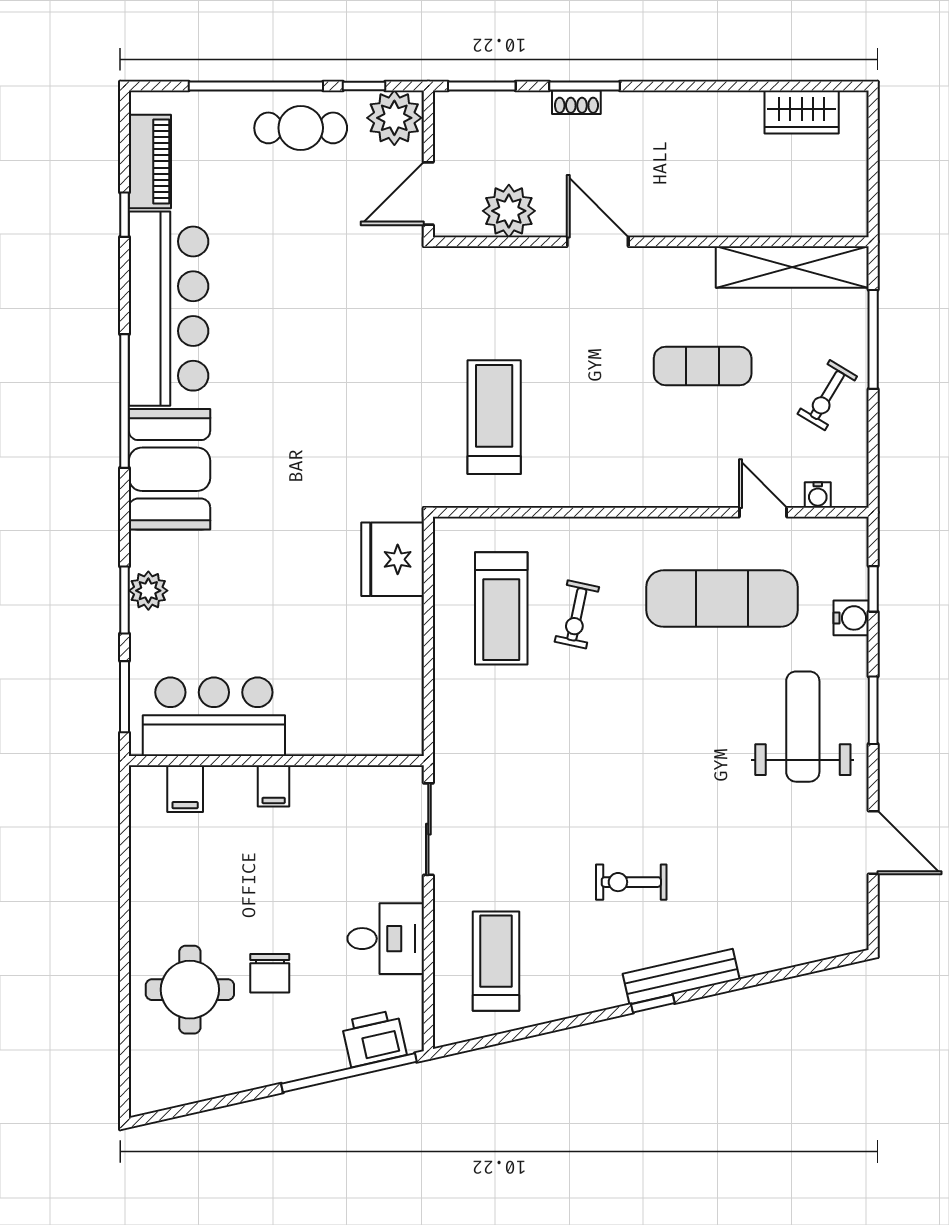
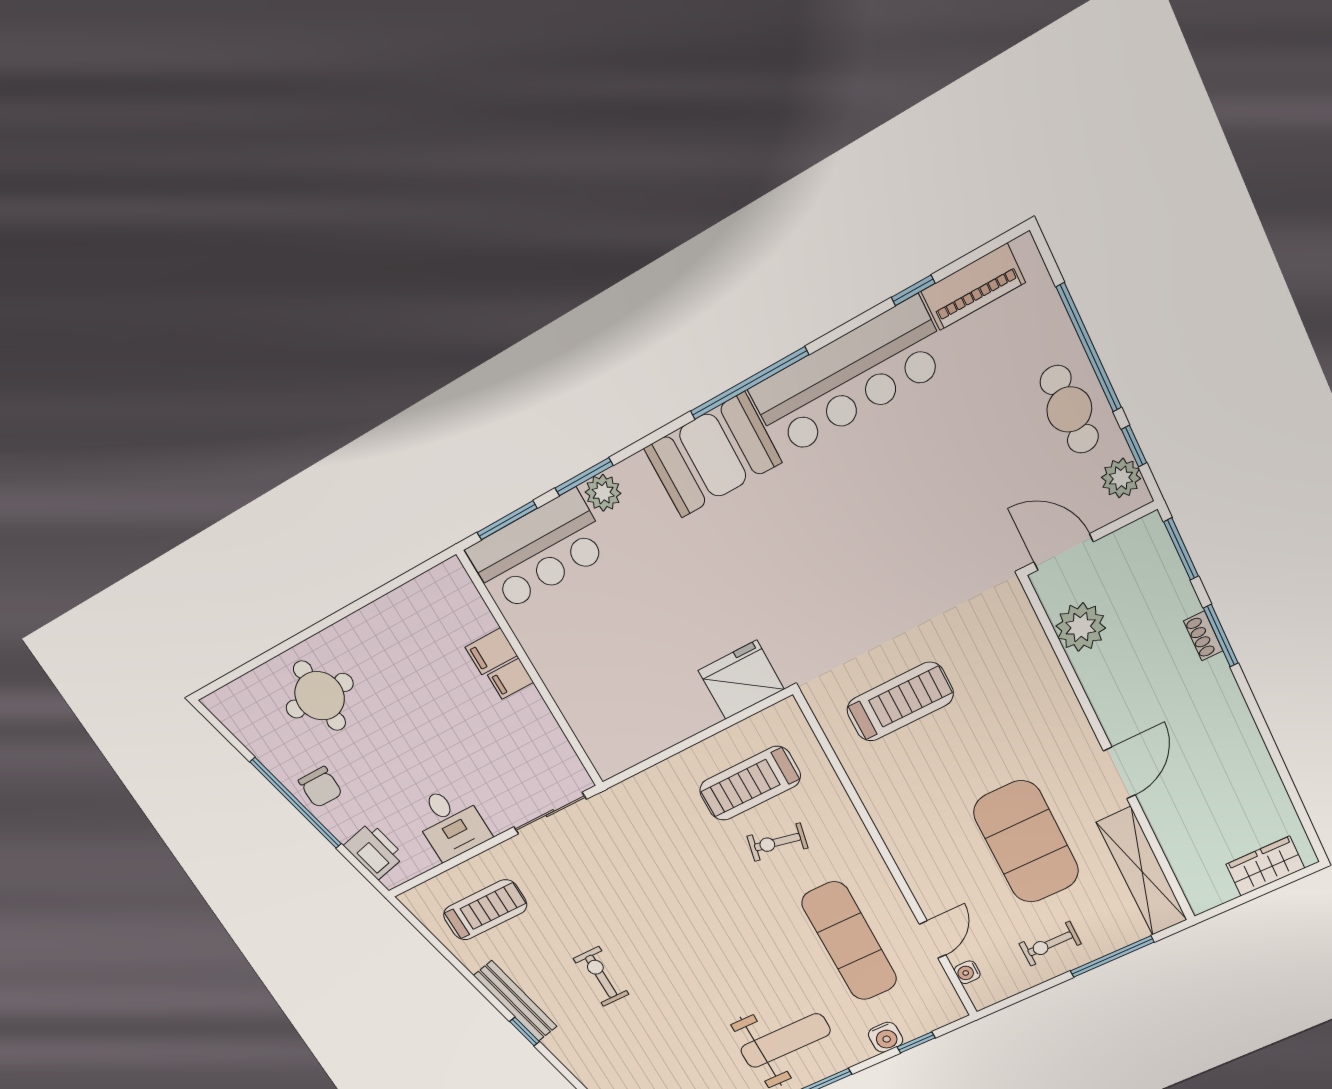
wardrobe: (802, 112) -> (1265, 866), moved, turned 90
plant: (394, 118) -> (1121, 478), width x0.73, depth x0.73
door: (598, 242) -> (1119, 773), moved
exercise mat: (703, 366) -> (1026, 842), width x2.00, depth x1.45
exercise bike: (827, 395) -> (1050, 944), turned -31
bar counter: (214, 717) -> (539, 551), moved, turned 90
filing cabinet: (185, 789) -> (491, 651), moved
chair: (270, 973) -> (320, 787), moved, turned -90
bench: (681, 976) -> (515, 1001), moved
window: (349, 1073) -> (296, 803), moved

